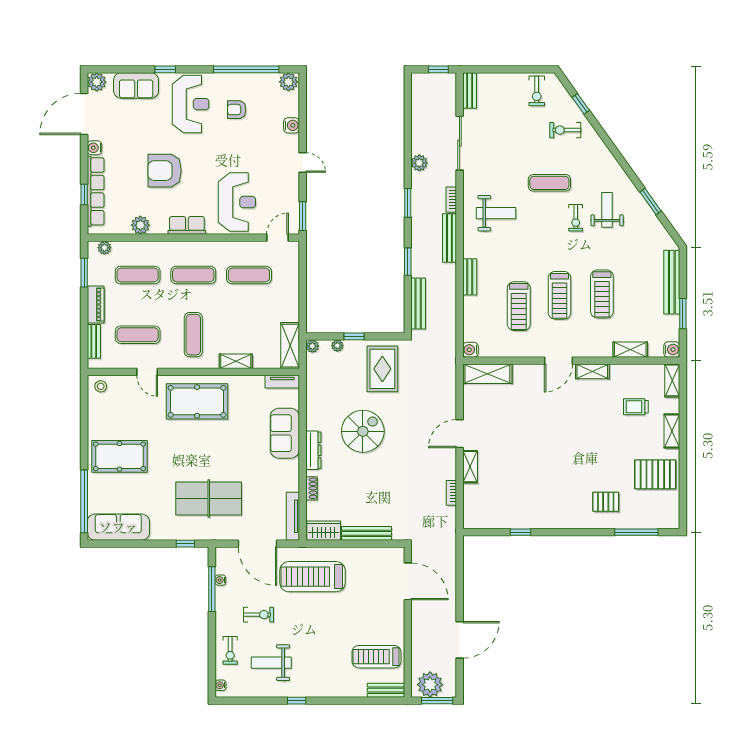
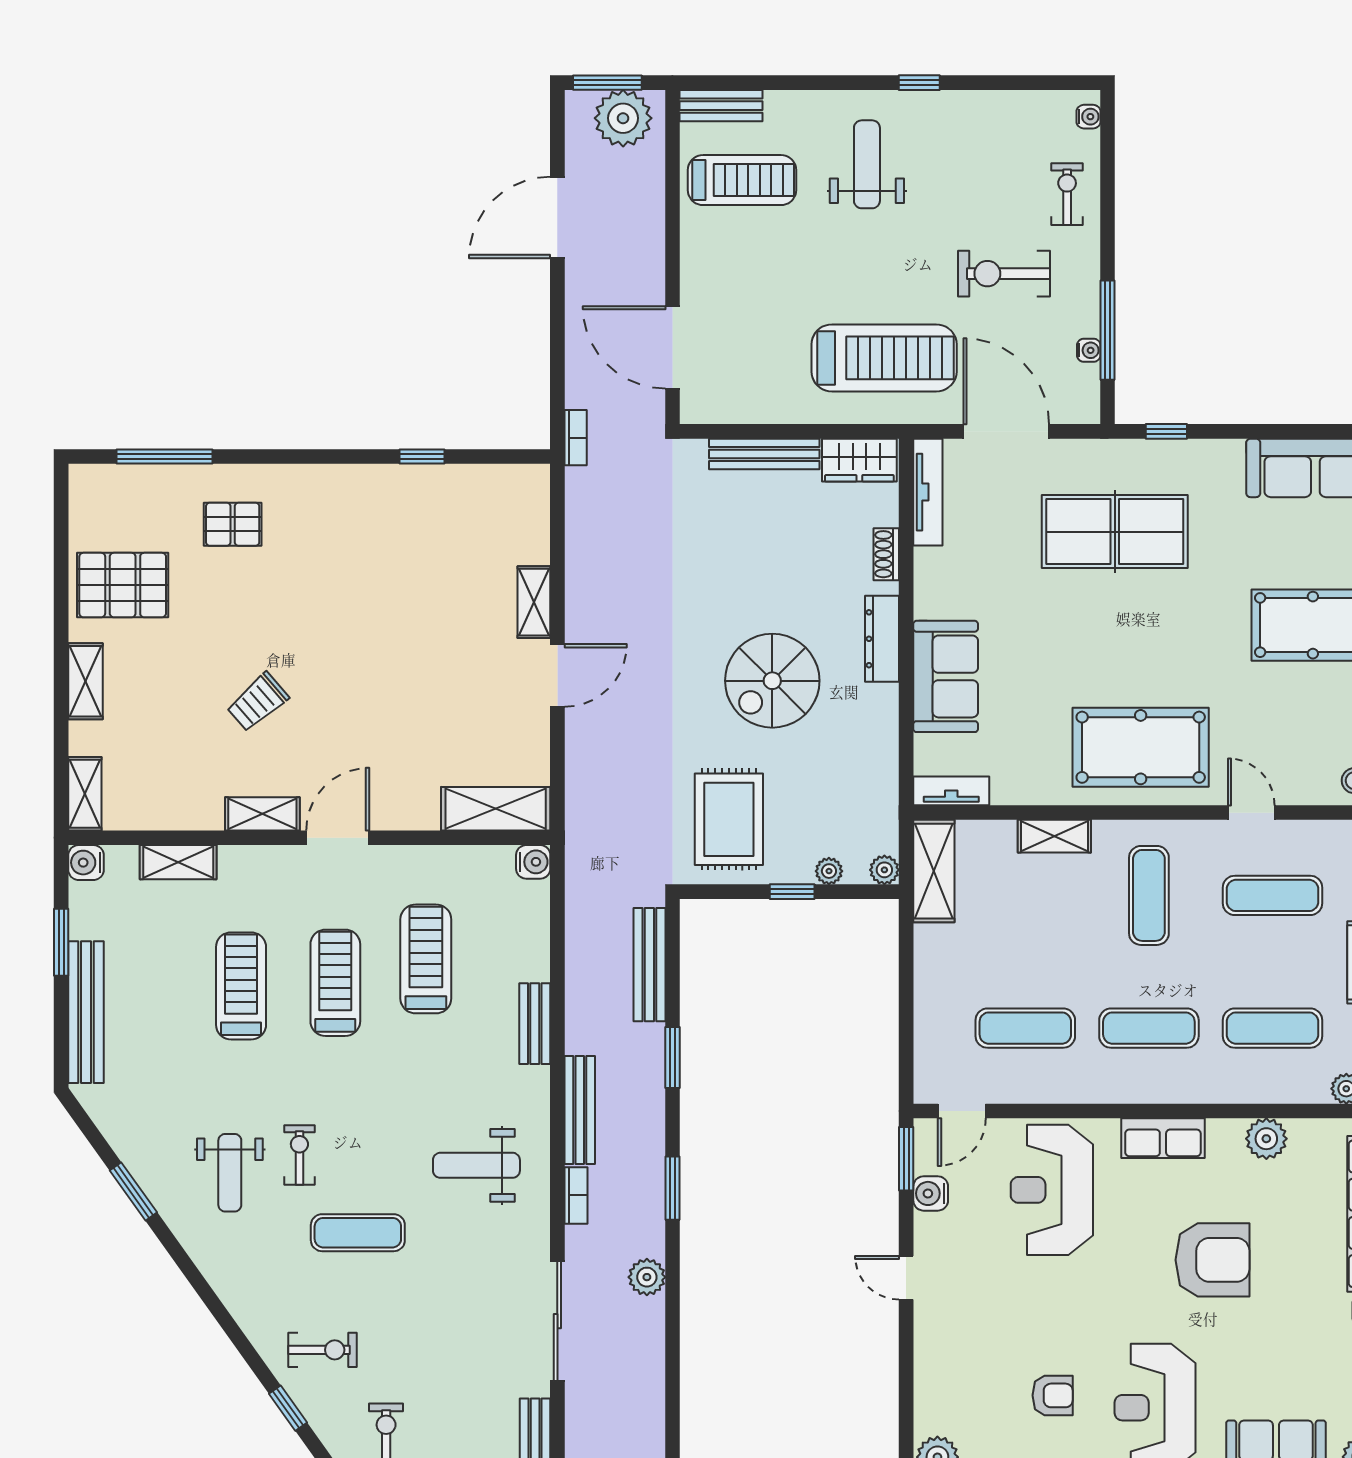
water cooler: (292, 125) -> (931, 1193), moved
trolley: (636, 407) -> (258, 702), moved, turned 139
bookcase: (451, 493) -> (576, 438), moved
exercise bike: (259, 615) -> (1004, 274), width x1.38, depth x1.39
weight bench: (271, 663) -> (867, 164), moved, turned -90

